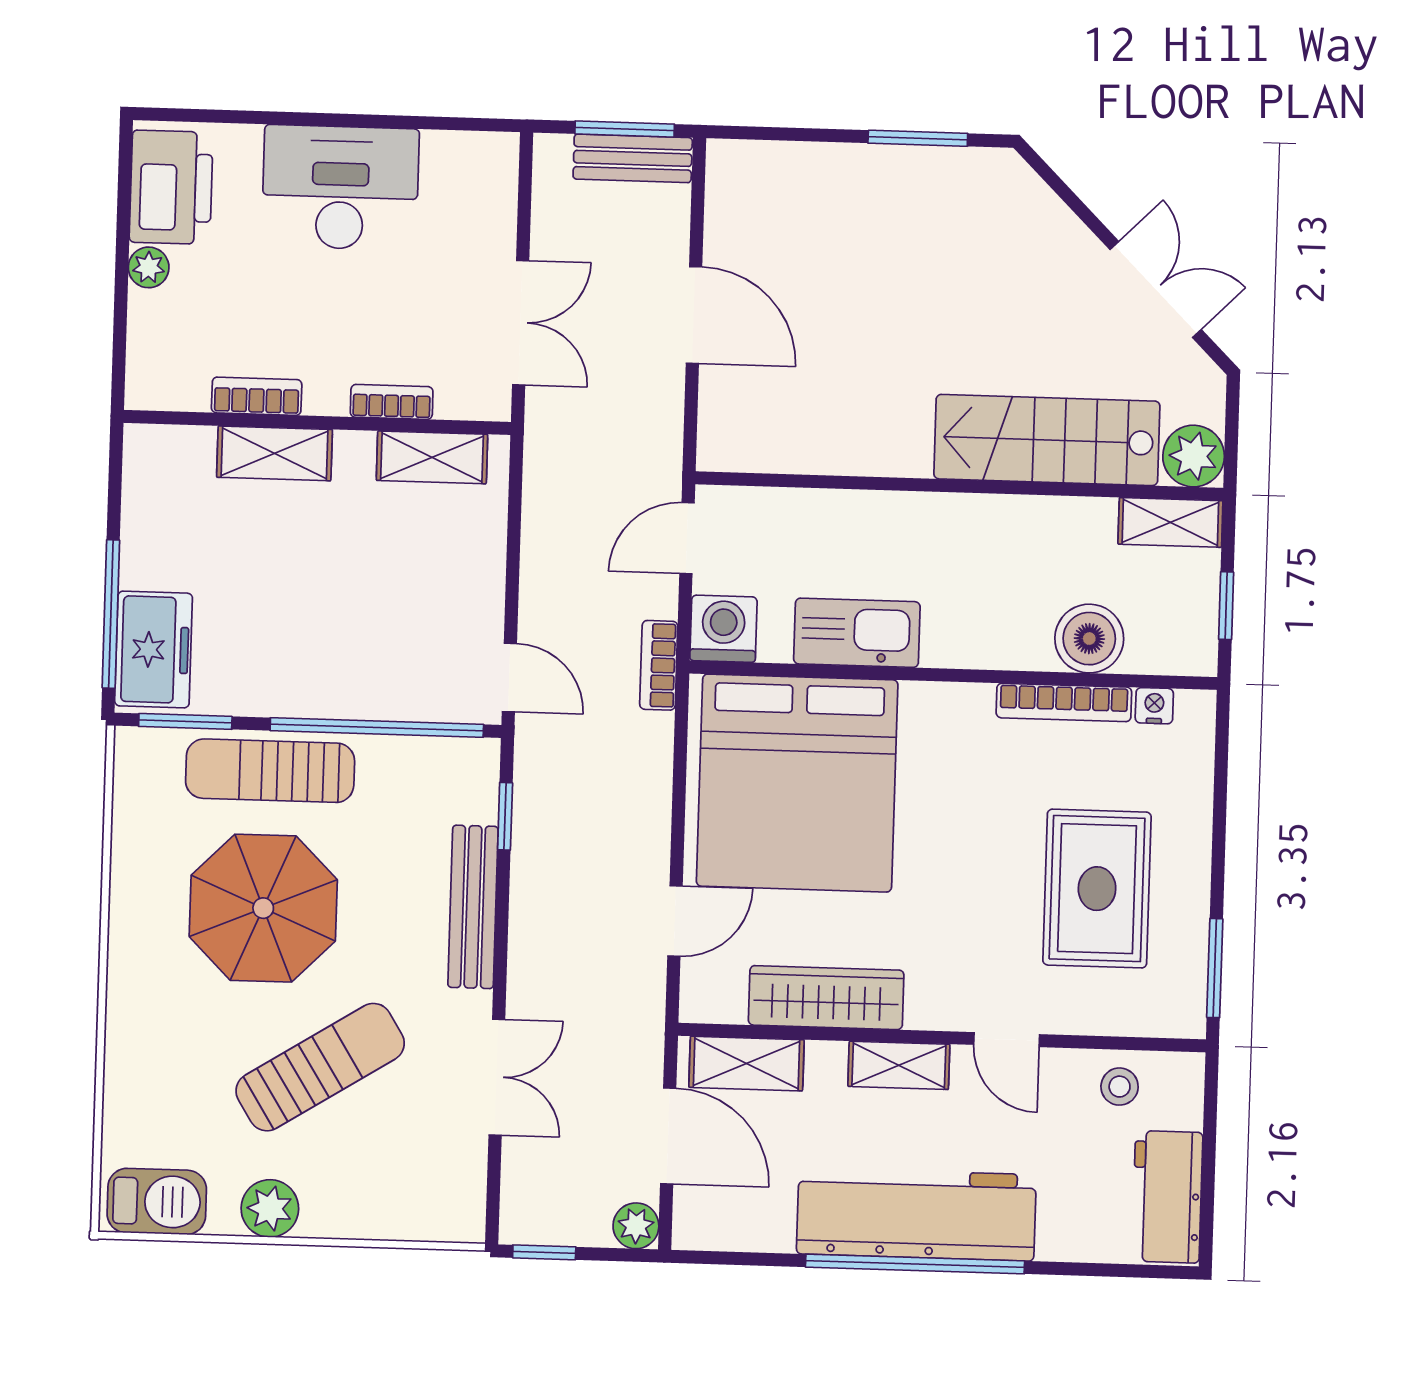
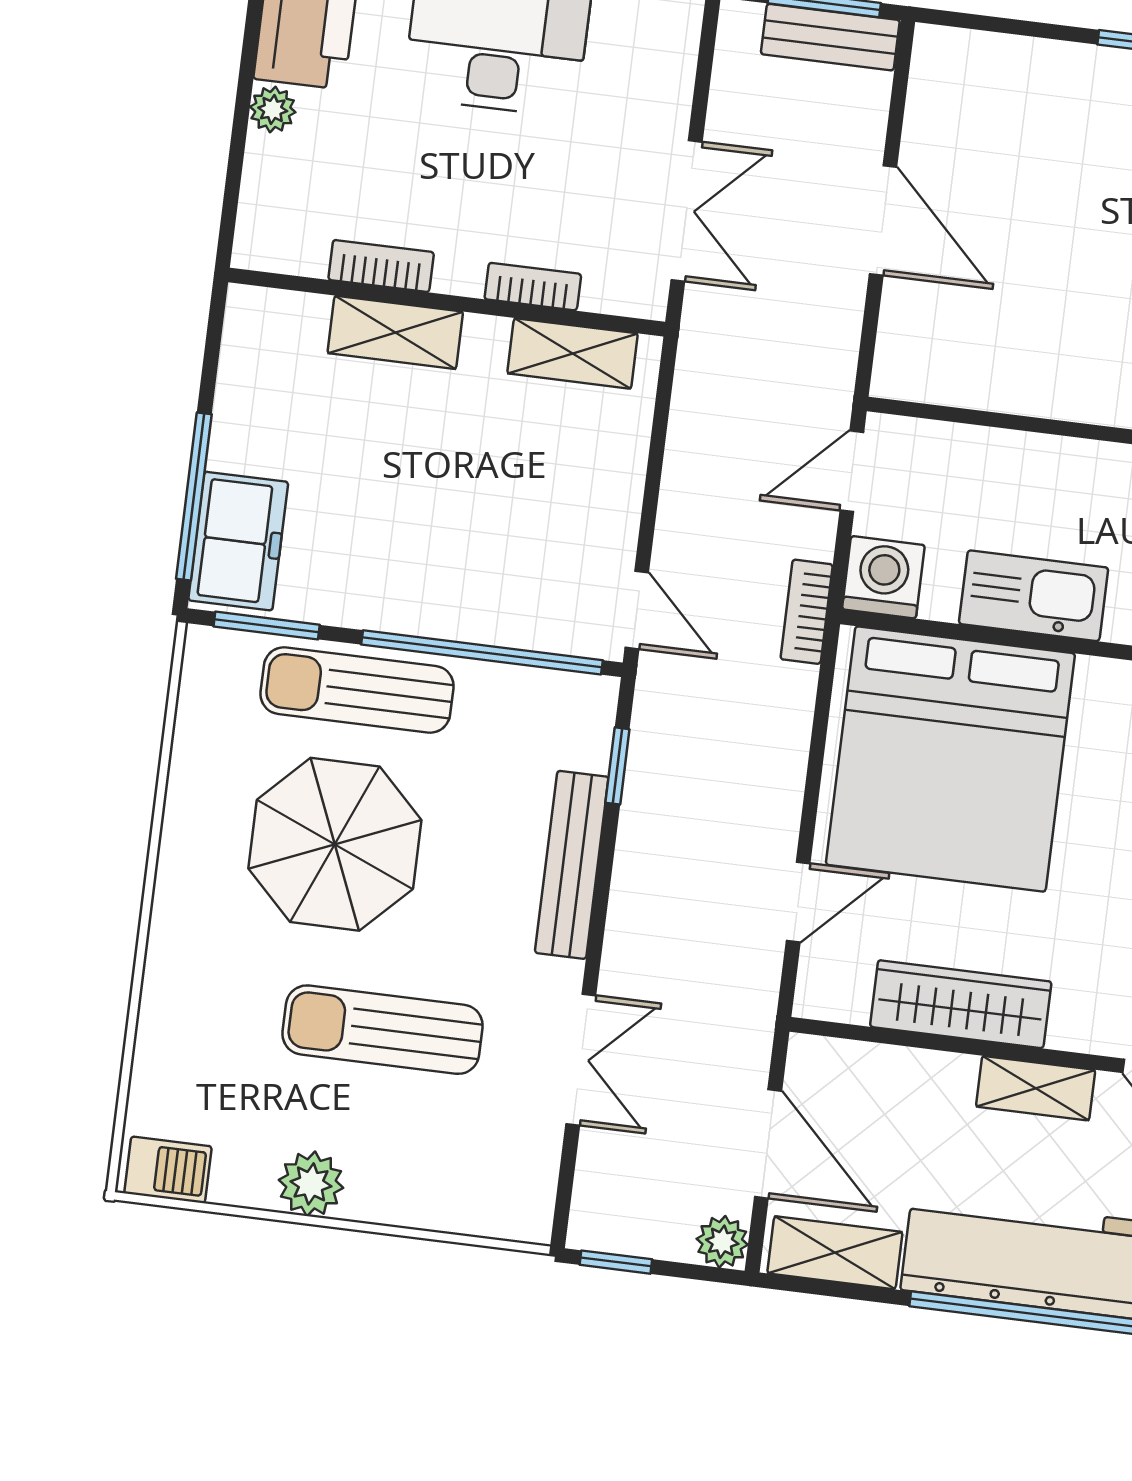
shelving: (746, 1064) -> (835, 1253), moved
sun lounger: (320, 1067) -> (383, 1030), turned -148
barbecue: (157, 1201) -> (168, 1170), width x0.73, depth x0.79

